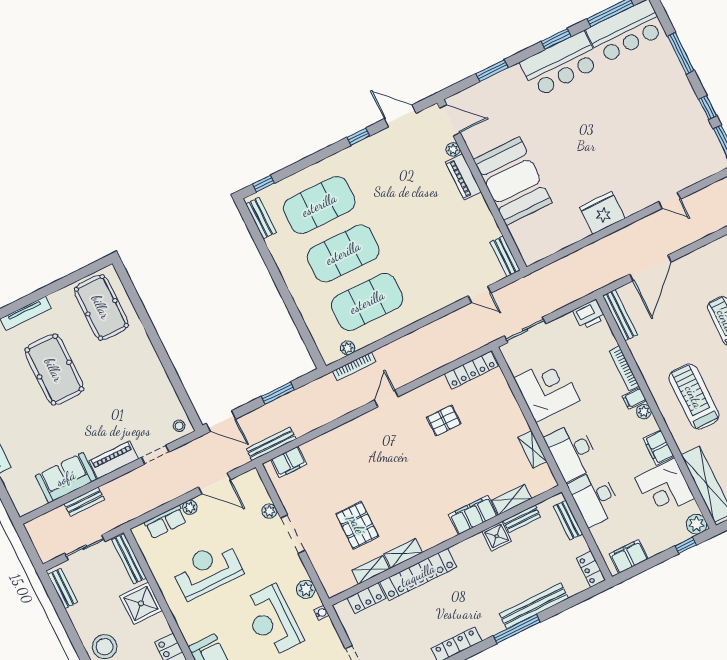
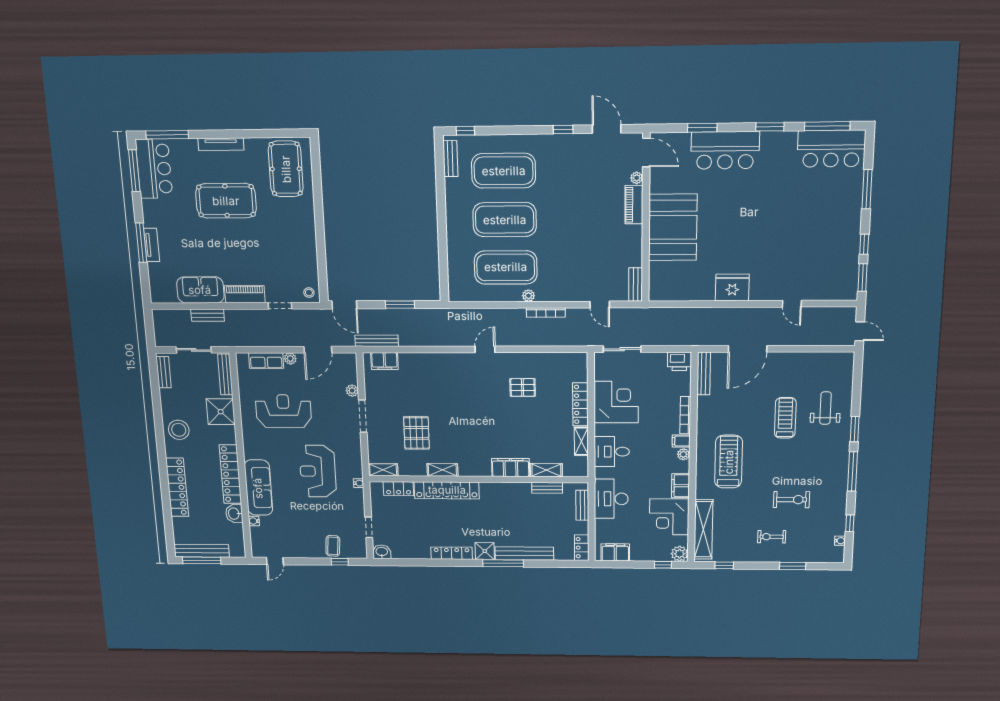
bar counter: (560, 64) -> (725, 150), moved
plant: (348, 348) -> (528, 296), moved
bookcase: (354, 366) -> (546, 312), moved
pool table: (54, 370) -> (226, 201), turned 90
locker: (471, 370) -> (580, 404), moved, turned 90
desk: (572, 451) -> (612, 452), width x0.73
door: (214, 483) -> (318, 350), hinge flipped
shower: (497, 536) -> (485, 551), moved
shelving: (371, 570) -> (383, 470), moved
plant: (306, 589) -> (354, 461), removed

